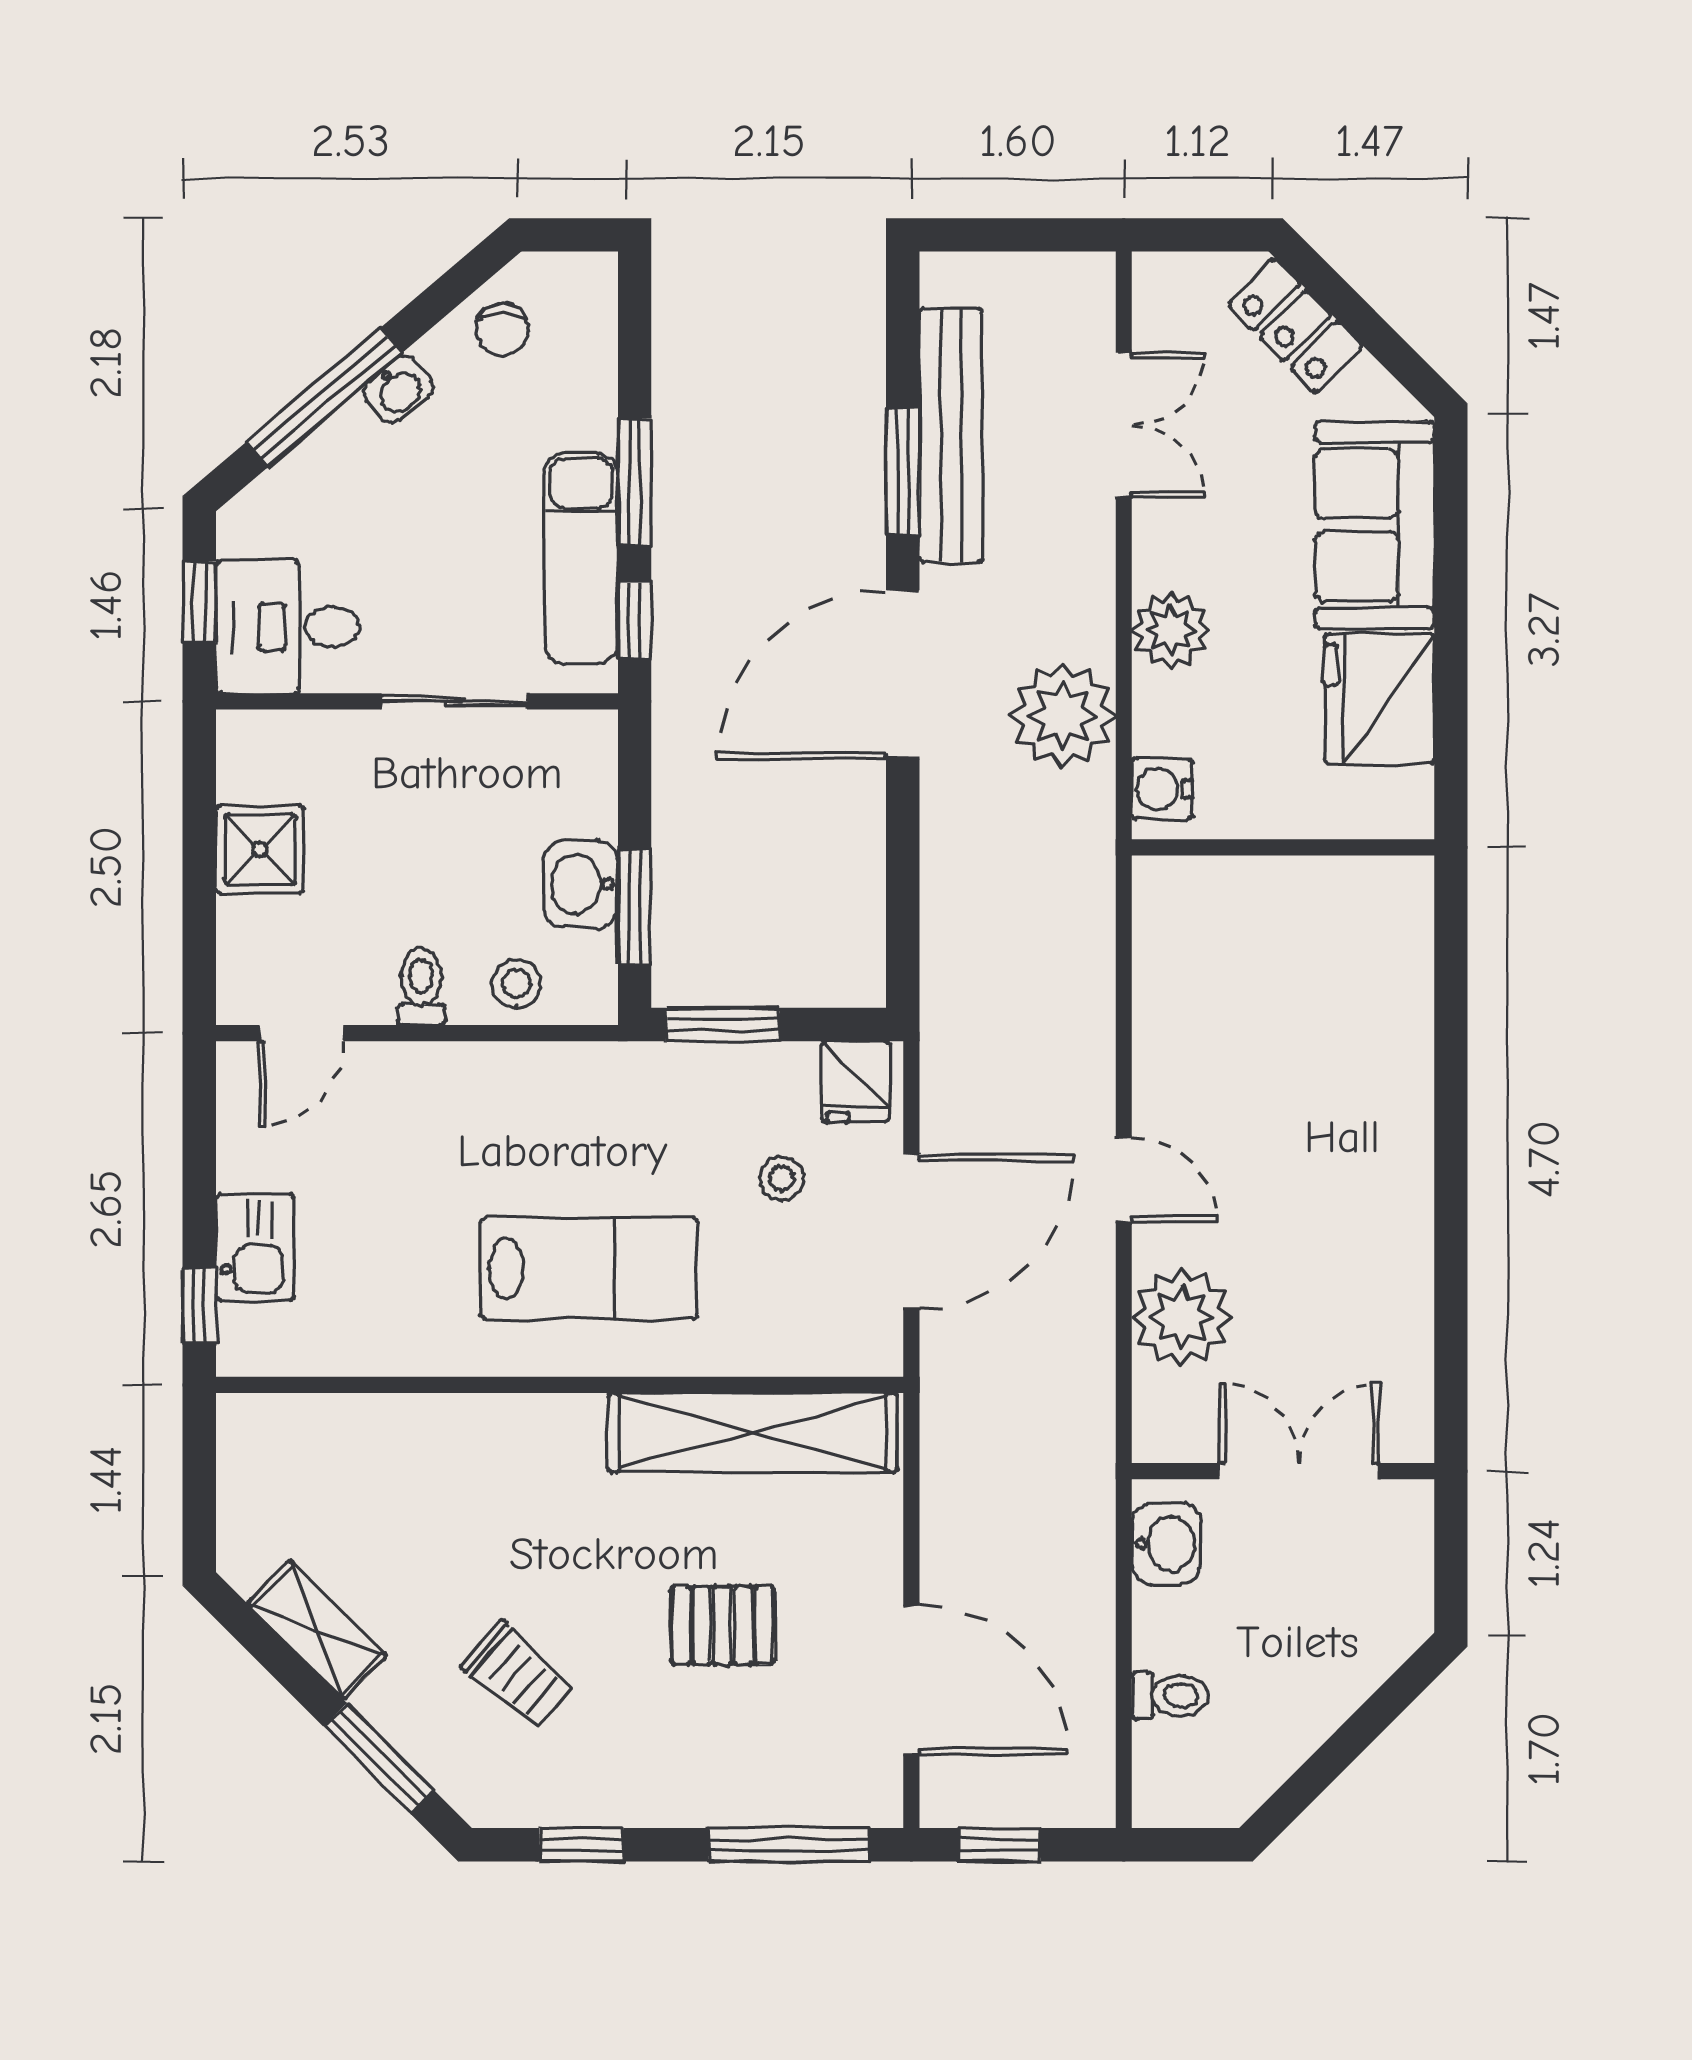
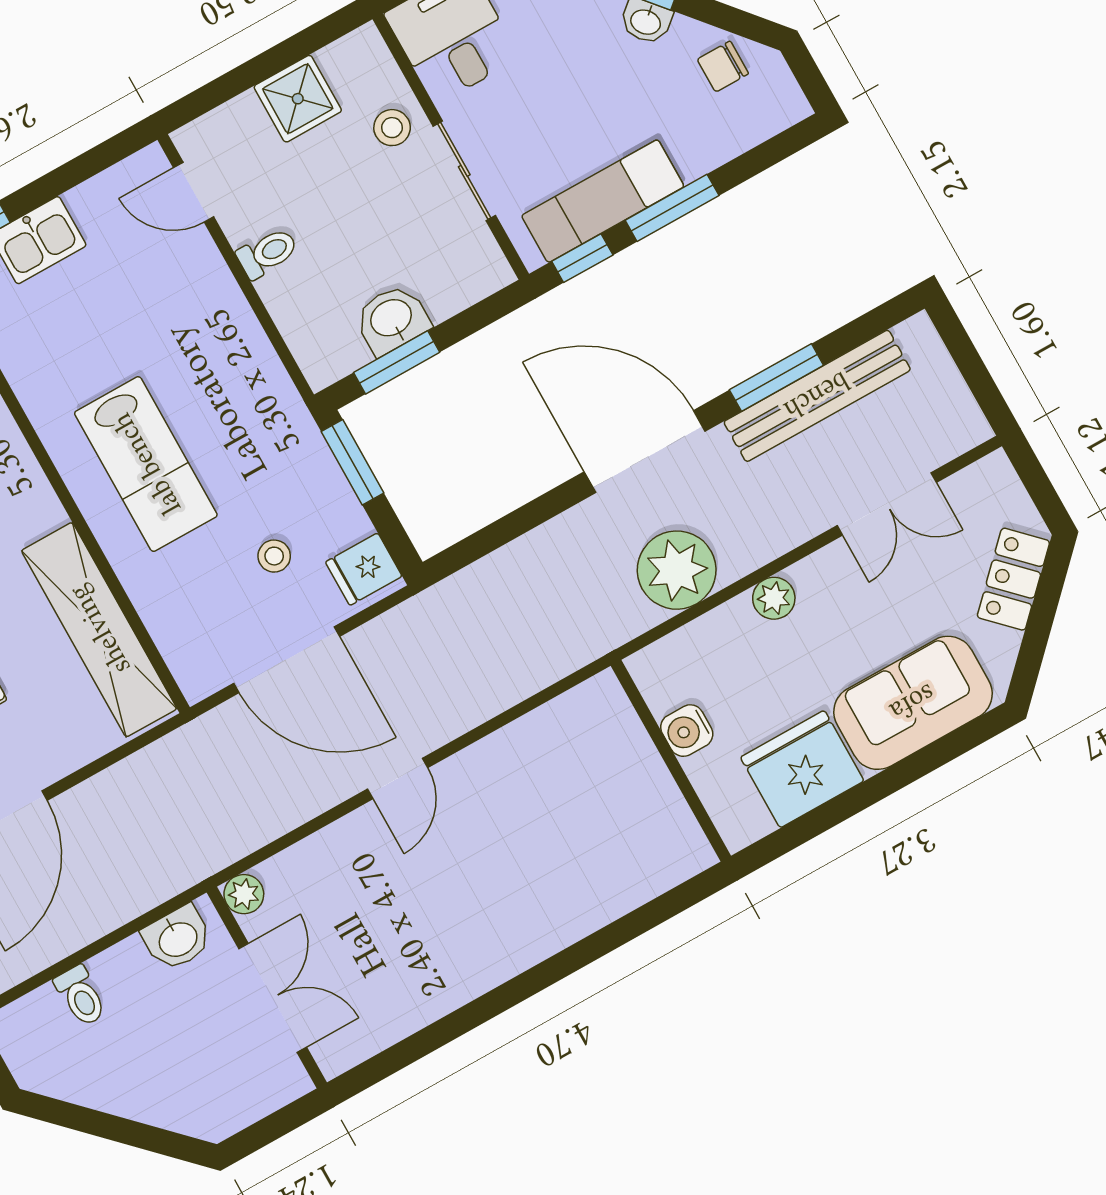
plant: (1171, 630) -> (774, 598), width x0.73, depth x0.73
water cooler: (1162, 789) -> (687, 731), moved, turned -90
stool: (516, 984) -> (392, 128), moved
plant: (1182, 1317) -> (244, 894), moved, width x0.53, depth x0.53

